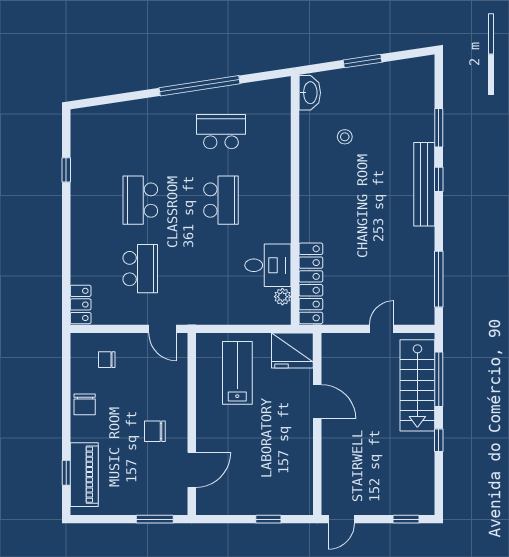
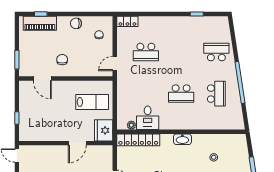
washbasin: (310, 93) -> (182, 139), moved
school desk: (140, 200) -> (216, 52), moved

